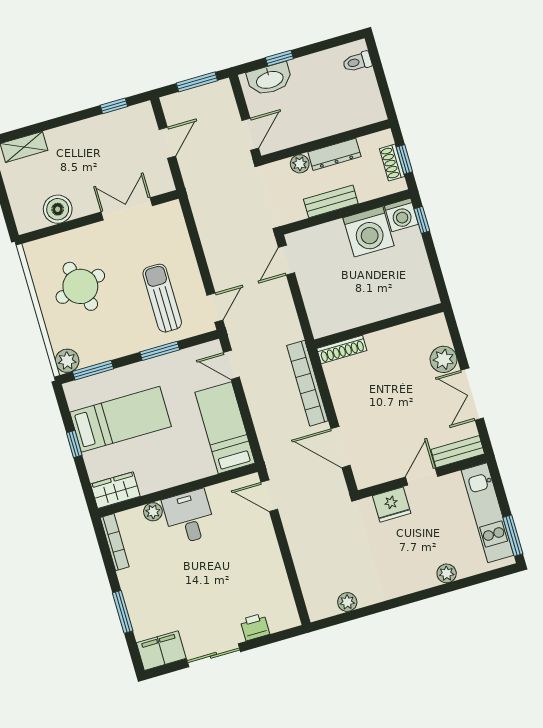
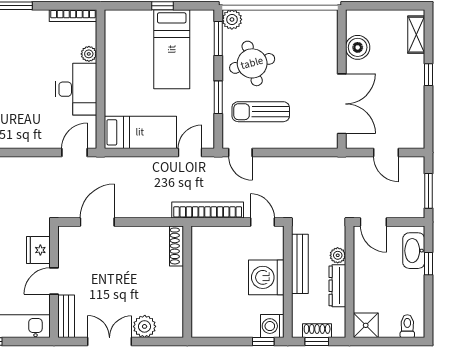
window: (114, 106) -> (429, 75), moved
shower: (370, 109) -> (366, 325), added
bench: (331, 201) -> (300, 264), width x1.36
double door: (127, 209) -> (342, 104), width x1.37
washing machine: (368, 232) -> (266, 277), moved
round table: (80, 286) -> (252, 63), moved
sun lounger: (162, 298) -> (261, 112), turned 180
bookcase: (307, 383) -> (208, 210), moved
door: (422, 477) -> (54, 281), swing flipped
wardrobe: (115, 490) -> (115, 28), removed
desk: (189, 517) -> (76, 89), width x1.37

